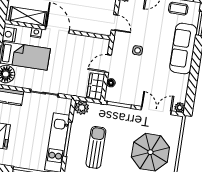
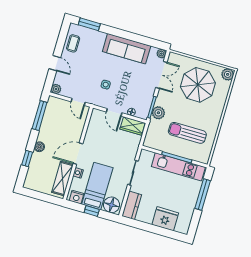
door: (114, 22) -> (78, 102), swing flipped
sofa: (183, 49) -> (127, 49), moved
plant: (82, 108) -> (158, 113), moved
double door: (156, 110) -> (161, 75), swing flipped

